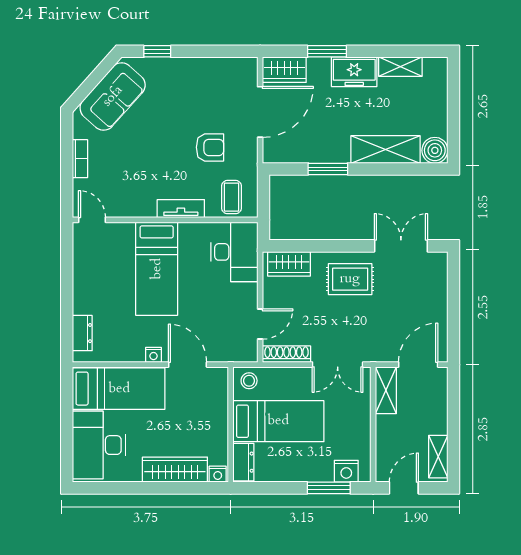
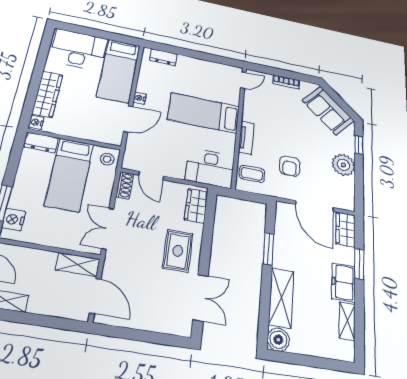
plant: (193, 73) -> (343, 165), added
shoe rack: (286, 354) -> (125, 185), width x0.70

